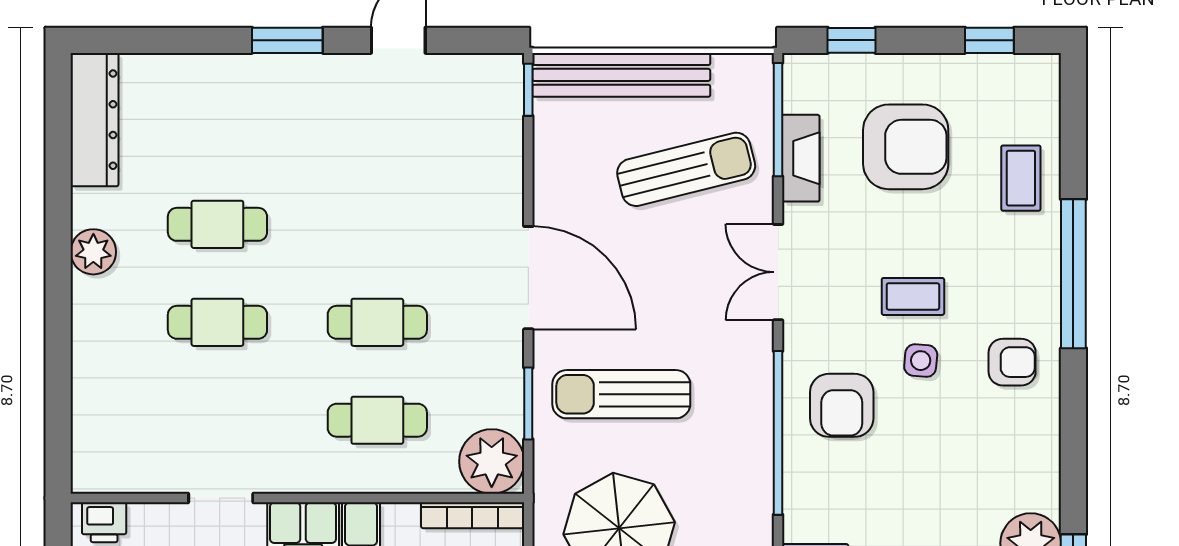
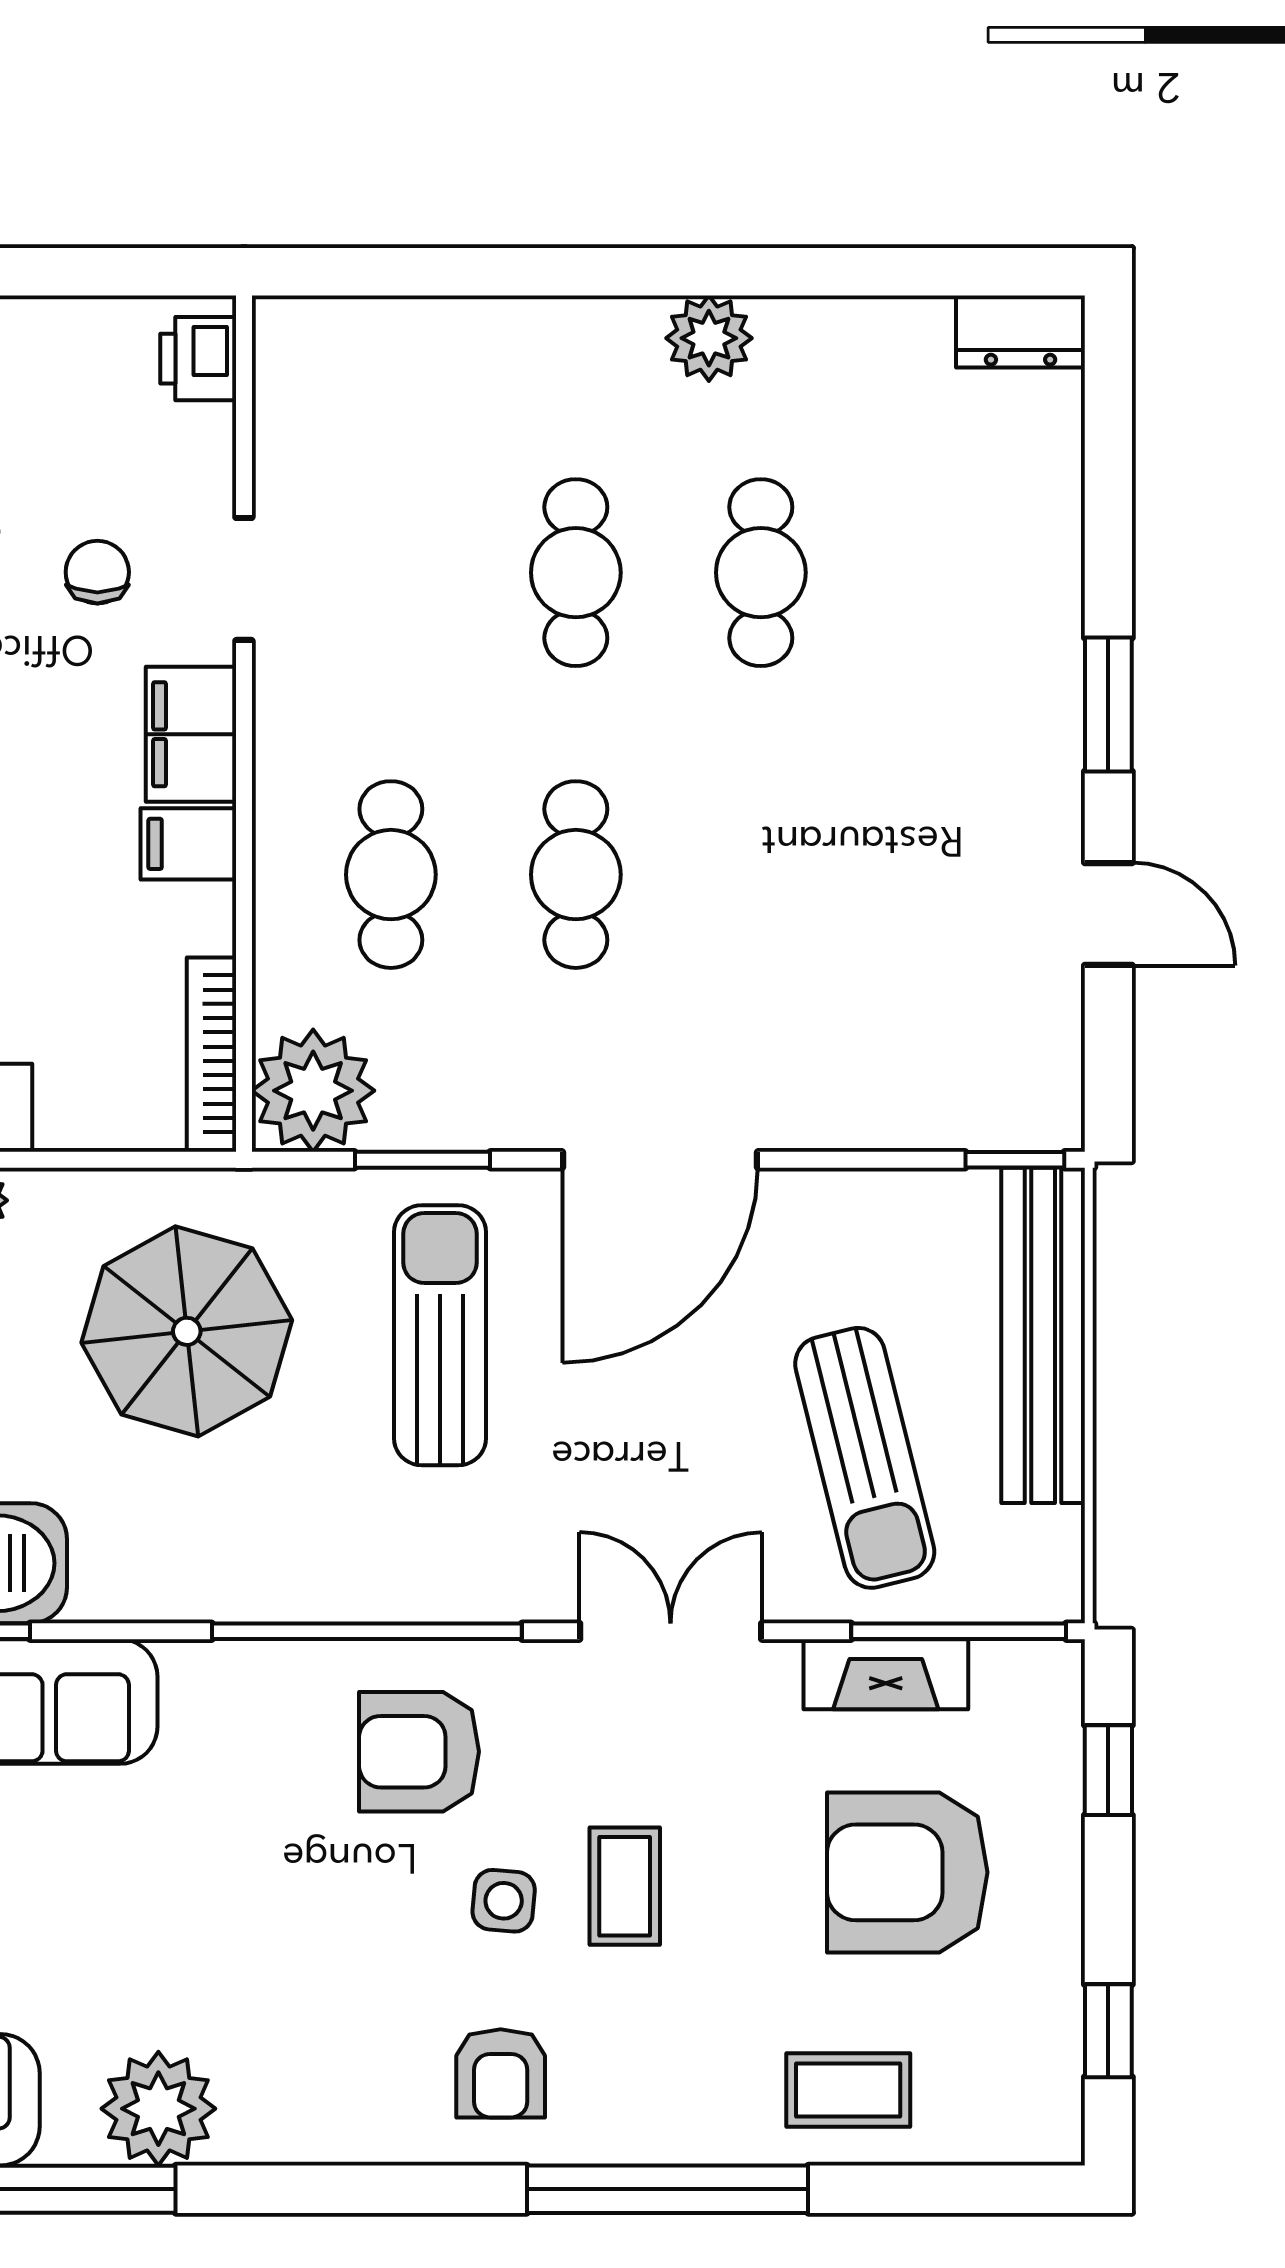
dresser: (94, 120) -> (1021, 331), width x0.51, depth x0.80
armchair: (906, 147) -> (907, 1872), turned 90

